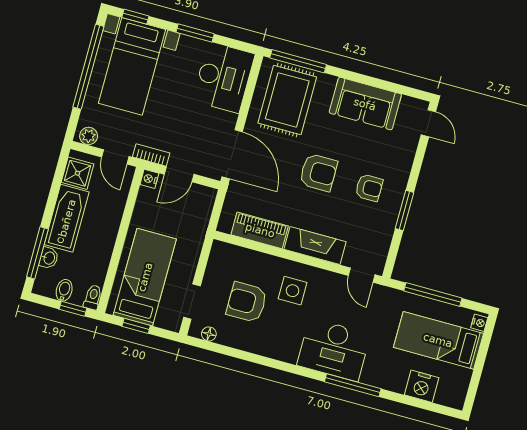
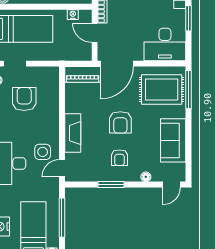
floor lamp: (407, 157) -> (146, 177), added
nightstand: (149, 179) -> (73, 15), moved
piano: (260, 230) -> (83, 74), moved, turned 90
side table: (293, 291) -> (43, 152), moved

